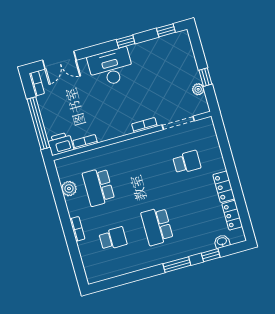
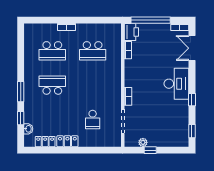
school desk: (98, 187) -> (93, 51), turned 180
plant: (69, 189) -> (97, 29), removed
school desk: (113, 239) -> (52, 51), width x1.85

